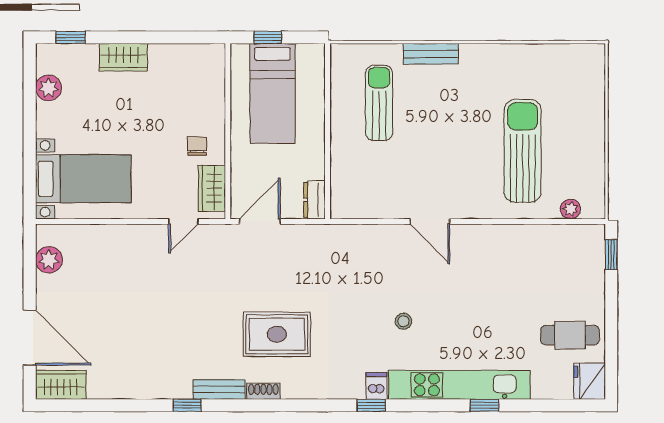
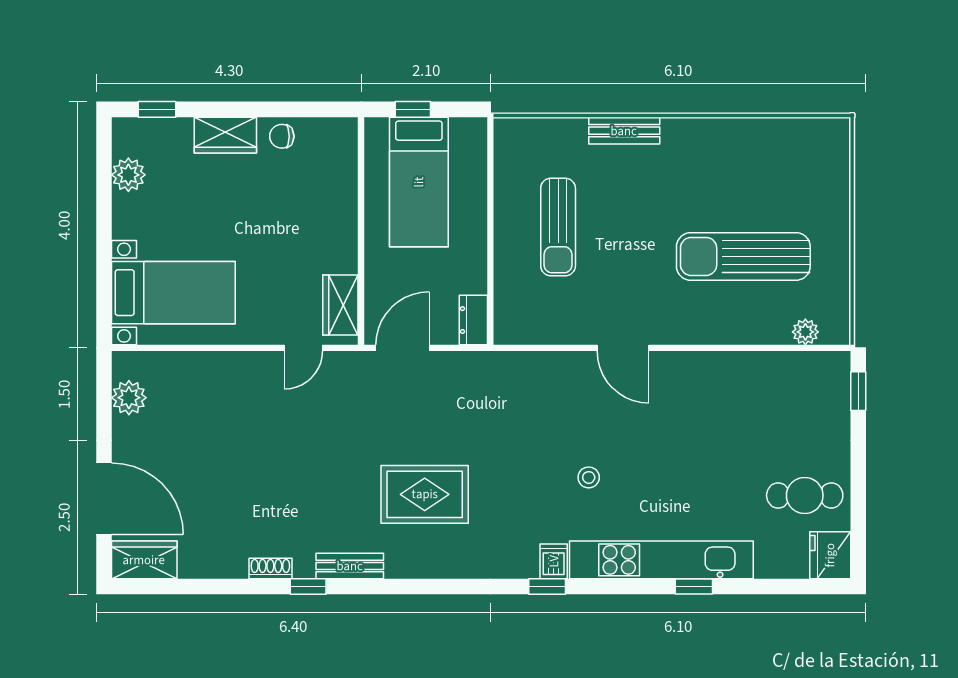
sun lounger: (379, 103) -> (558, 227), moved, turned 180
chair: (197, 146) -> (282, 136), moved, turned -90
sun lounger: (523, 151) -> (743, 256), turned -90
shoe rack: (263, 391) -> (270, 568), moved

